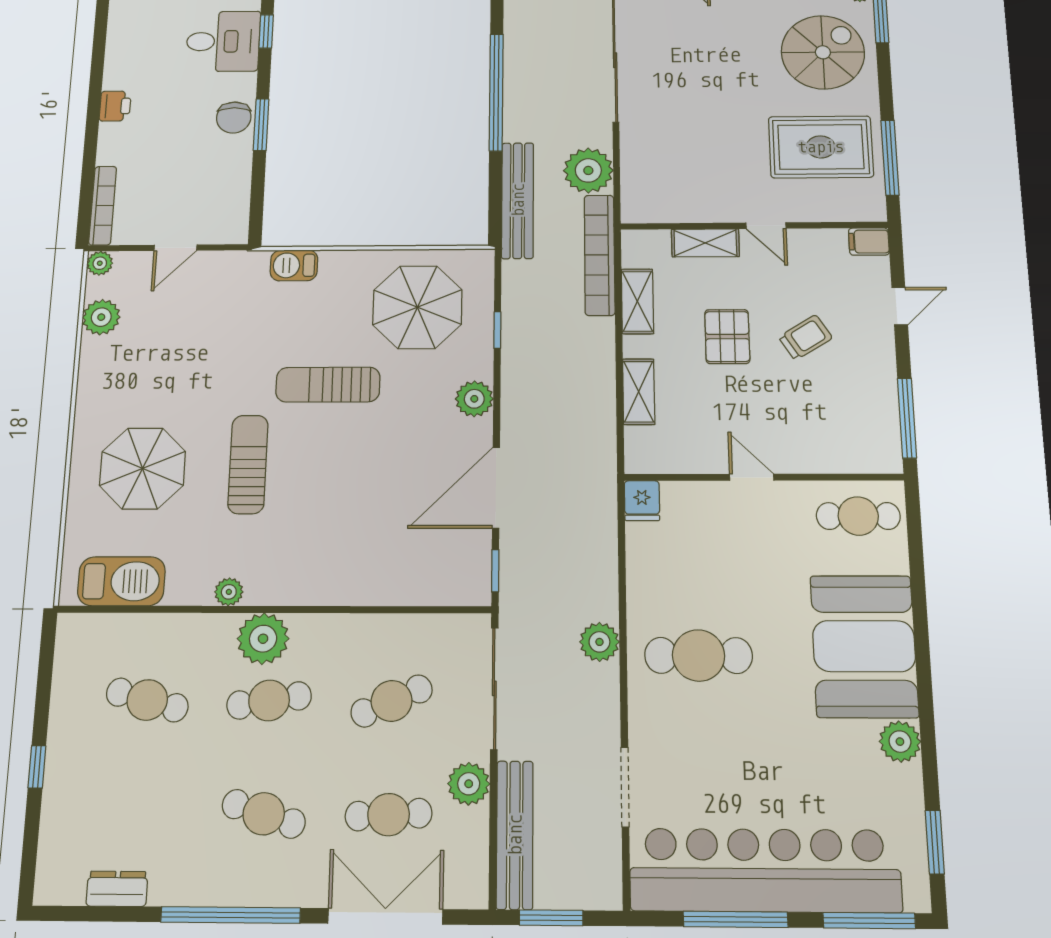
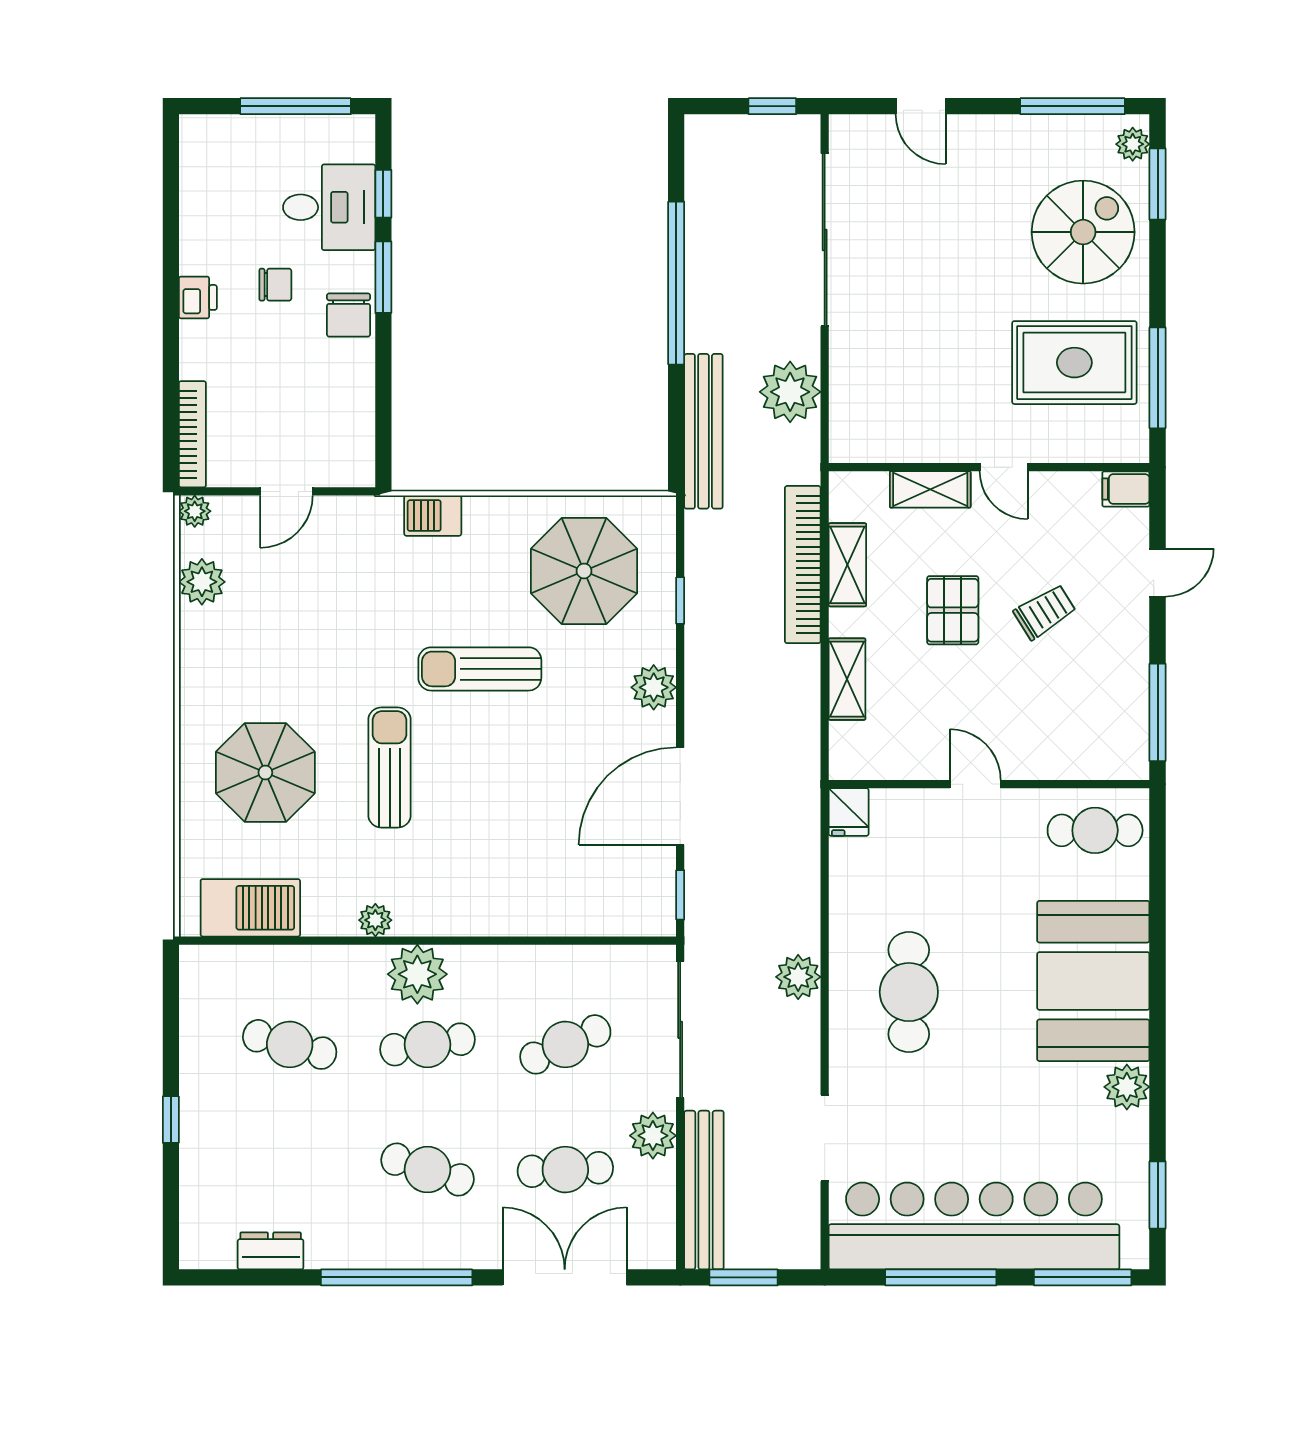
chair: (177, 96) -> (275, 285), added
window: (261, 125) -> (383, 277), moved
bookcase: (600, 255) -> (803, 565), moved
cafe table: (699, 655) -> (909, 992), turned 90

